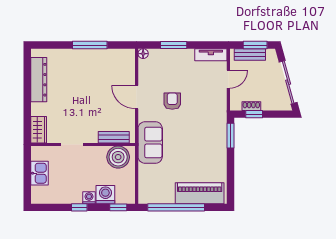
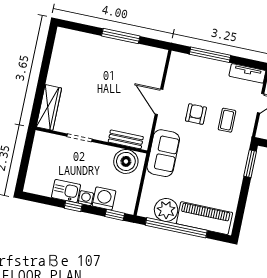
window: (174, 45) -> (210, 55), width x1.44
floor lamp: (143, 54) -> (176, 57), removed
dresser: (39, 80) -> (59, 61), removed
coffee table: (201, 101) -> (227, 120), added
wardrobe: (39, 130) -> (49, 107), width x1.50
kitchen sink: (39, 173) -> (66, 191), moved, turned -90
plant: (164, 193) -> (166, 210), added

